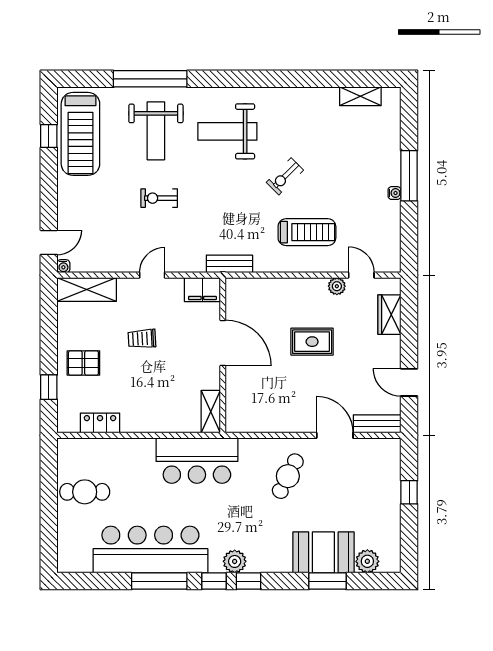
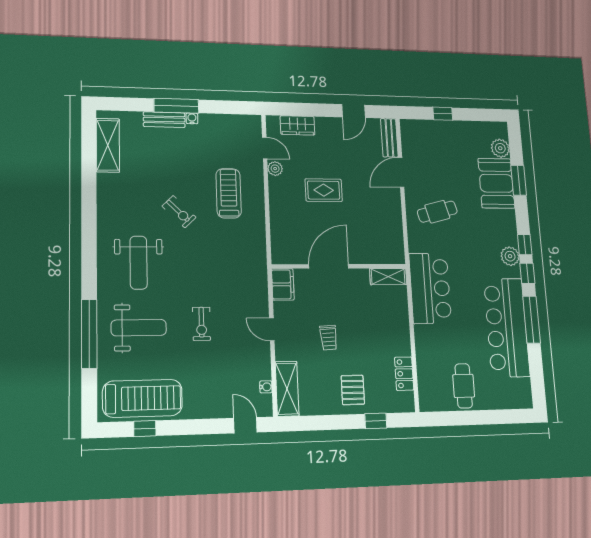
shelving: (360, 96) -> (108, 145), width x1.50, depth x1.33
bench: (229, 264) -> (164, 120), moved, turned 90
water cooler: (63, 266) -> (266, 387), moved
door: (361, 275) -> (265, 148), swing flipped
rug: (312, 342) -> (324, 190), turned 90
cafe table: (288, 476) -> (437, 212), turned -42

